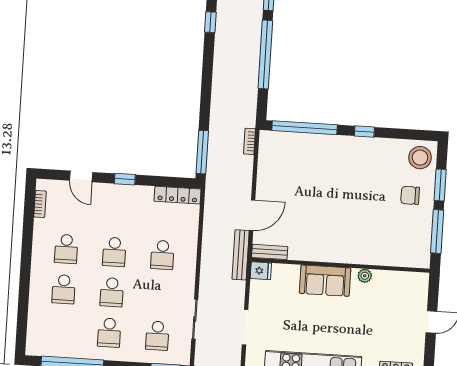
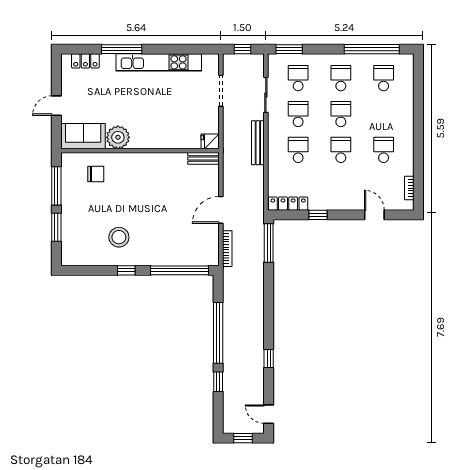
bookcase: (250, 141) -> (227, 249), width x1.56
stool: (420, 158) -> (119, 237), moved
window: (125, 179) -> (318, 215), moved
chair: (410, 195) -> (96, 174), moved
door: (252, 215) -> (221, 210), moved
bench: (241, 255) -> (258, 143), moved
plant: (365, 276) -> (118, 137), width x1.88, depth x1.88
sofa: (325, 281) -> (83, 136), moved
school desk: (64, 289) -> (384, 78), moved
school desk: (160, 295) -> (298, 114), added

